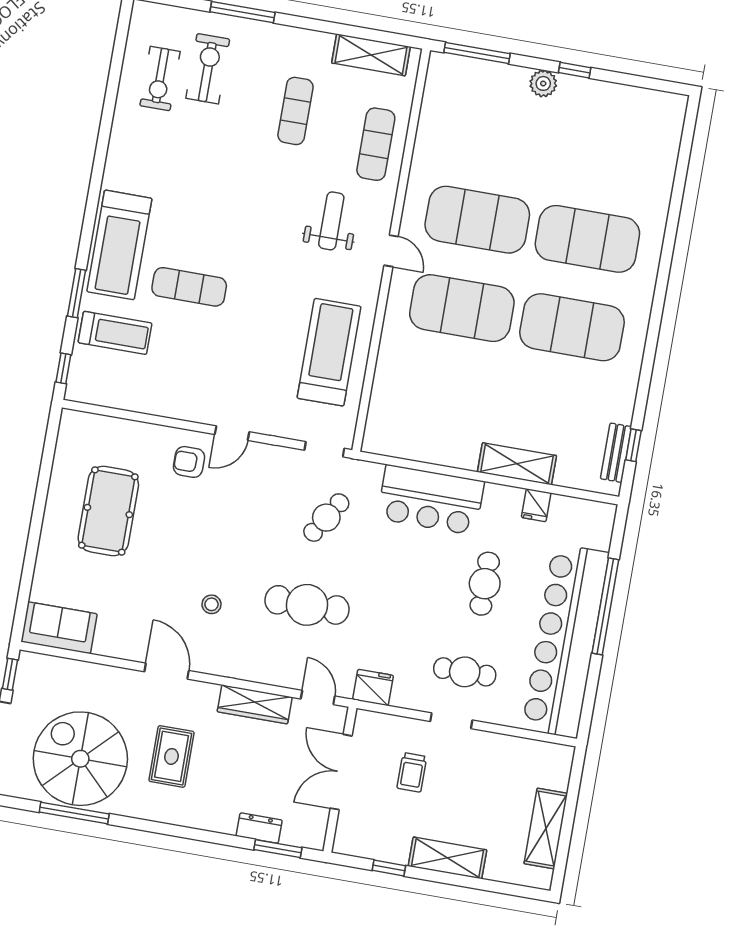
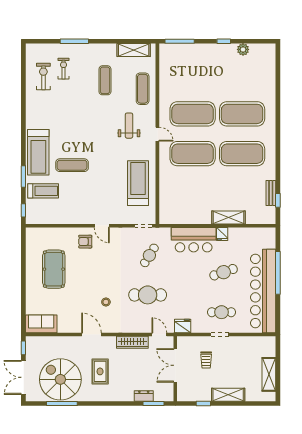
exercise bike: (208, 69) -> (64, 69), width x0.73, depth x0.72
exercise bike: (160, 79) -> (43, 76), turned 180
plant: (543, 83) -> (243, 49), moved
door: (232, 433) -> (102, 226), hinge flipped
bench: (616, 453) -> (271, 193), moved
fridge: (536, 505) -> (222, 234), moved
cafe table: (485, 584) -> (224, 272), turned 71

